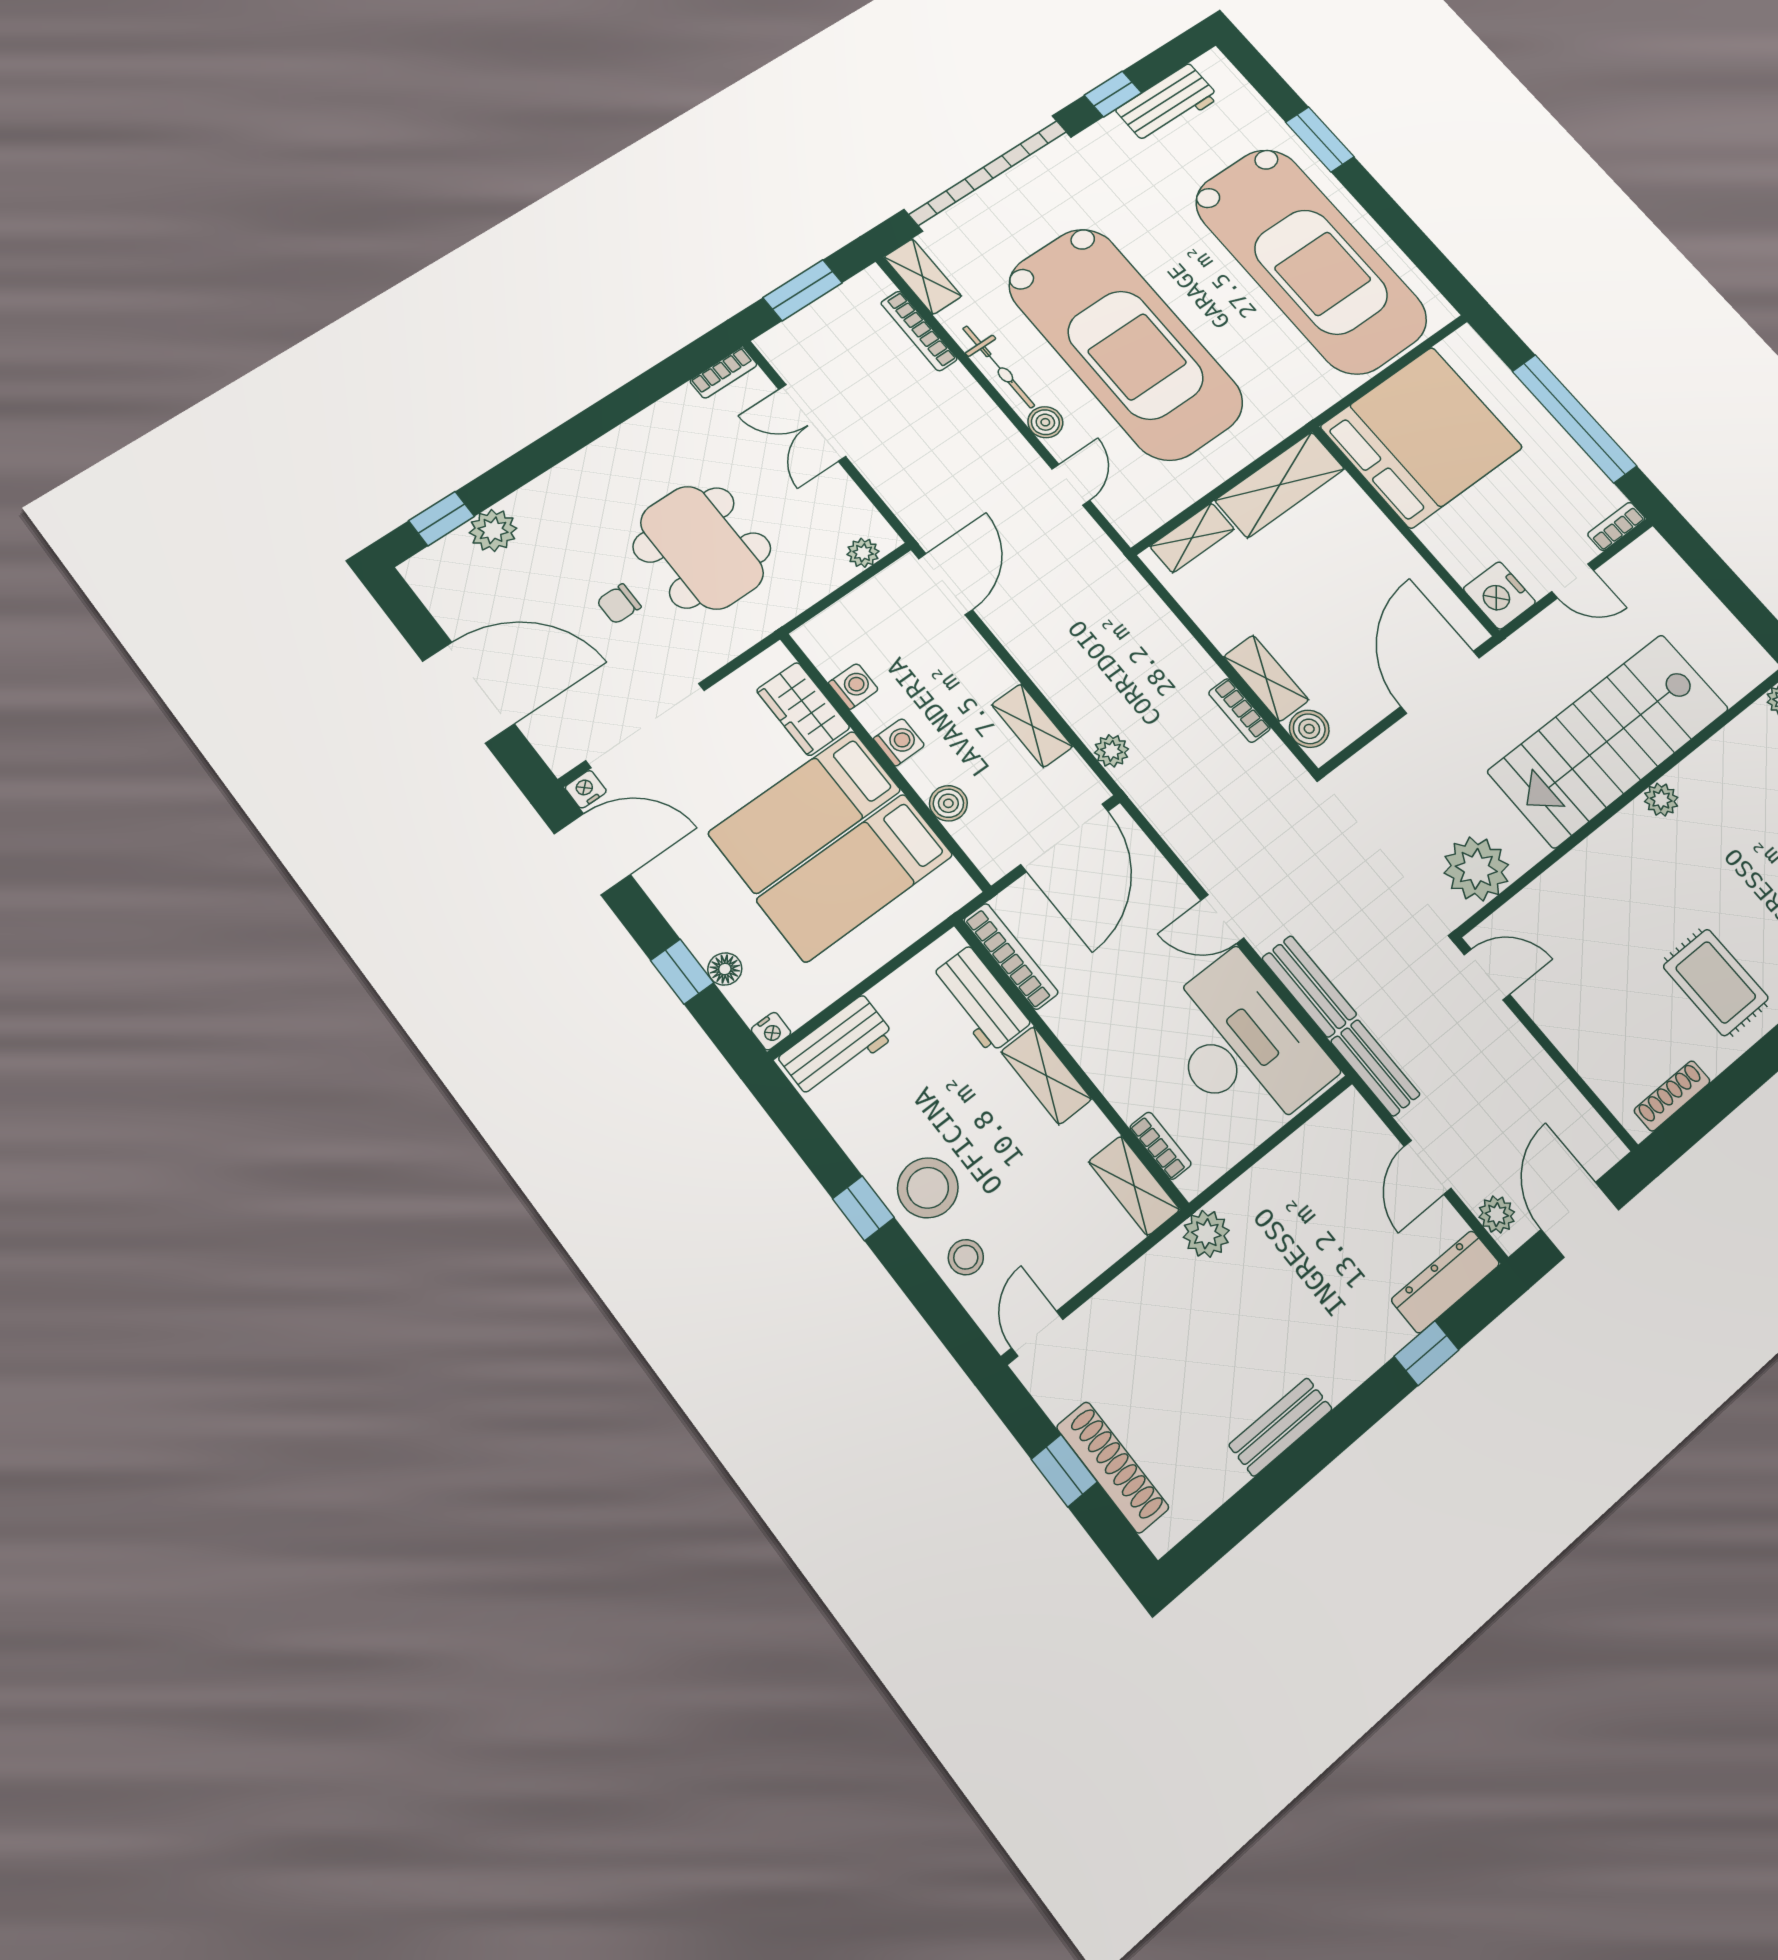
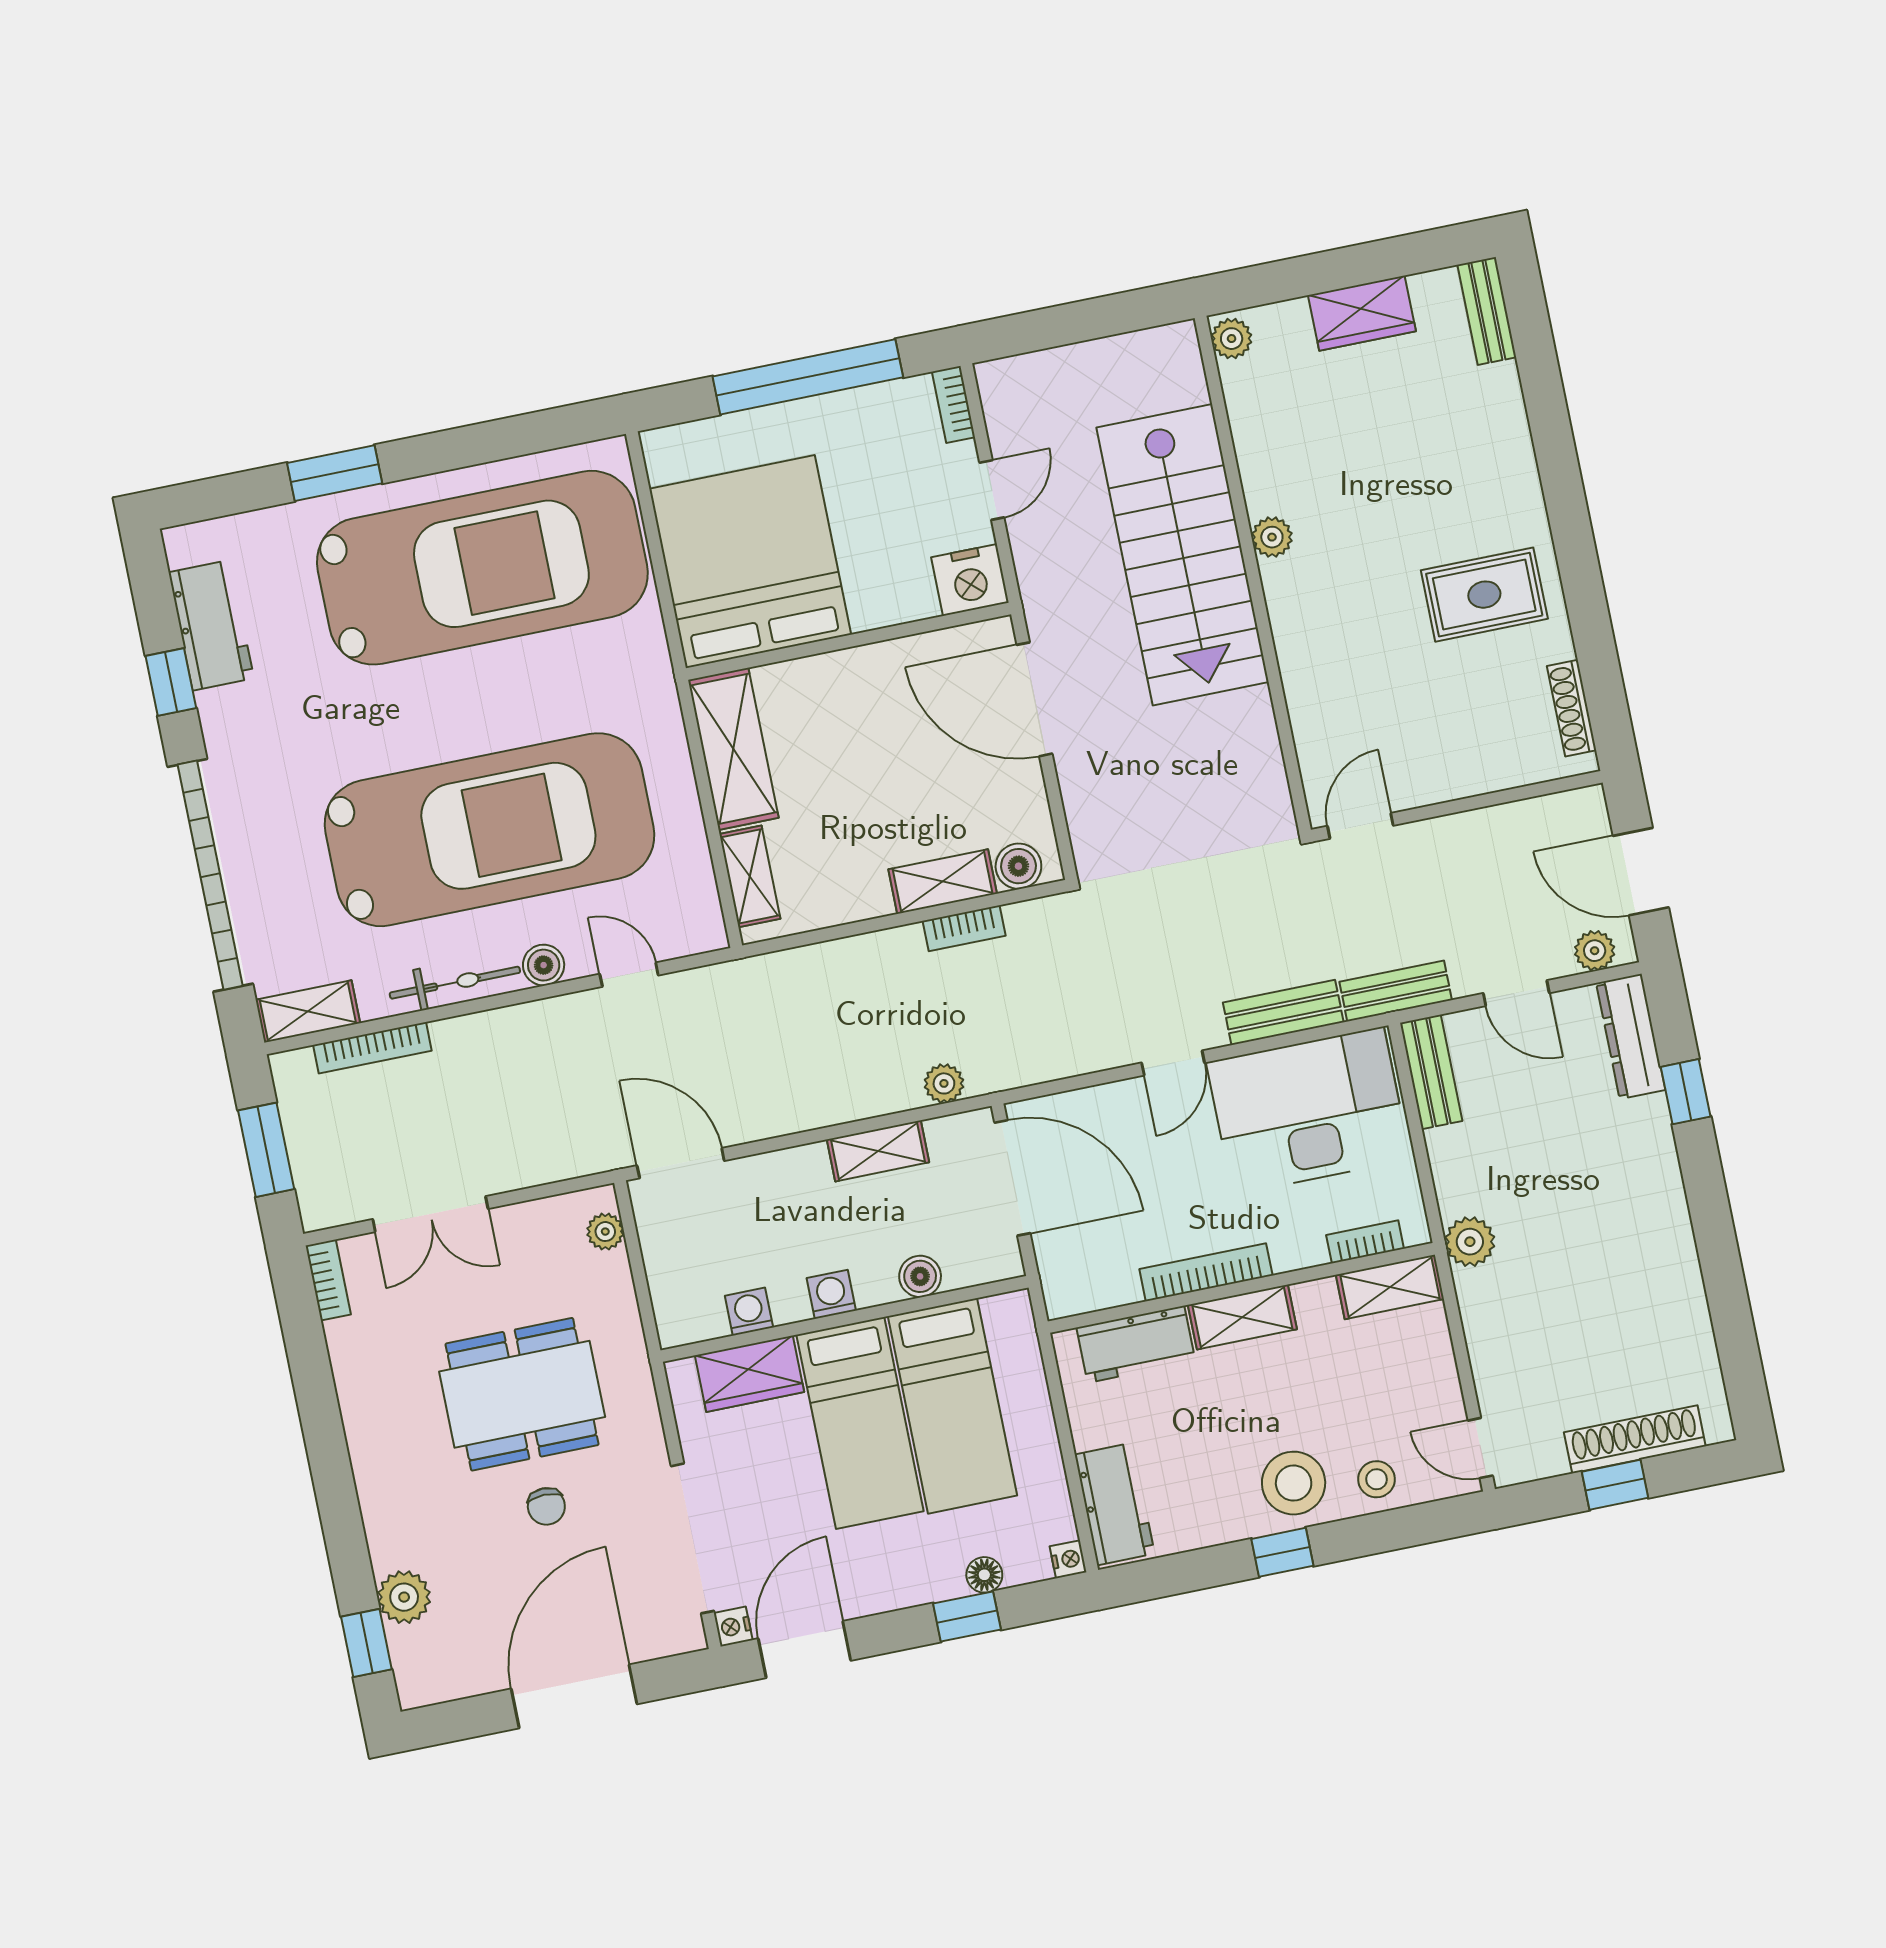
plant: (1476, 869) -> (1249, 775), removed
bookcase: (1011, 956) -> (1206, 1272), moved
bench: (1281, 1427) -> (1431, 1072), moved

